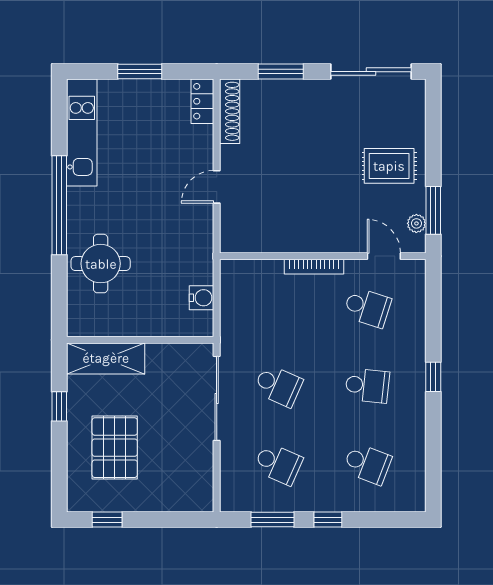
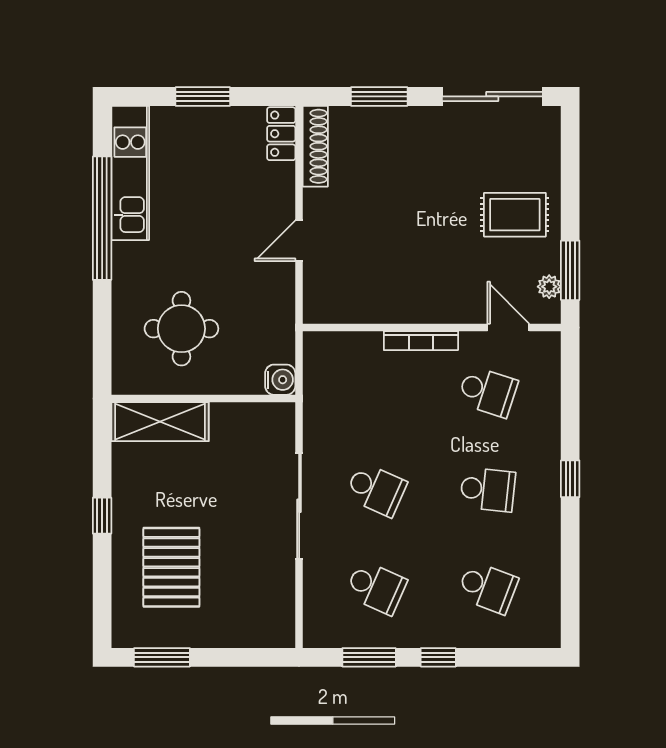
window: (59, 205) -> (102, 218), moved
round table: (101, 264) -> (181, 329), moved
wall: (140, 340) -> (203, 399), moved
shelving: (106, 358) -> (160, 422), moved
window: (107, 520) -> (162, 657), width x1.50

